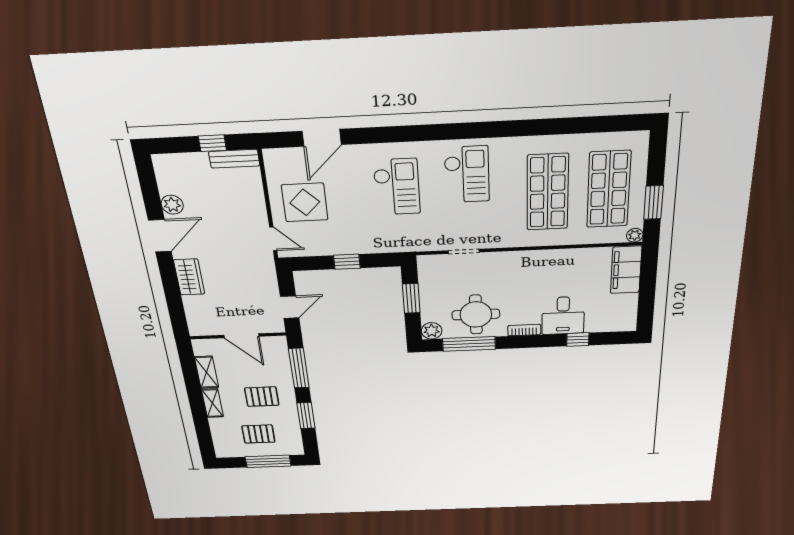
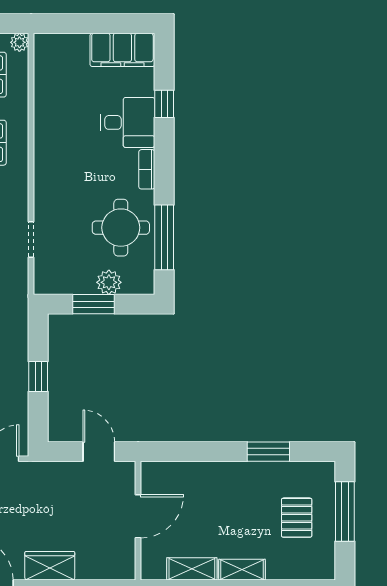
filing cabinet: (626, 270) -> (122, 50), moved
plant: (432, 331) -> (109, 282), moved
window: (299, 368) -> (191, 452), removed
pallet: (262, 397) -> (234, 505), removed

